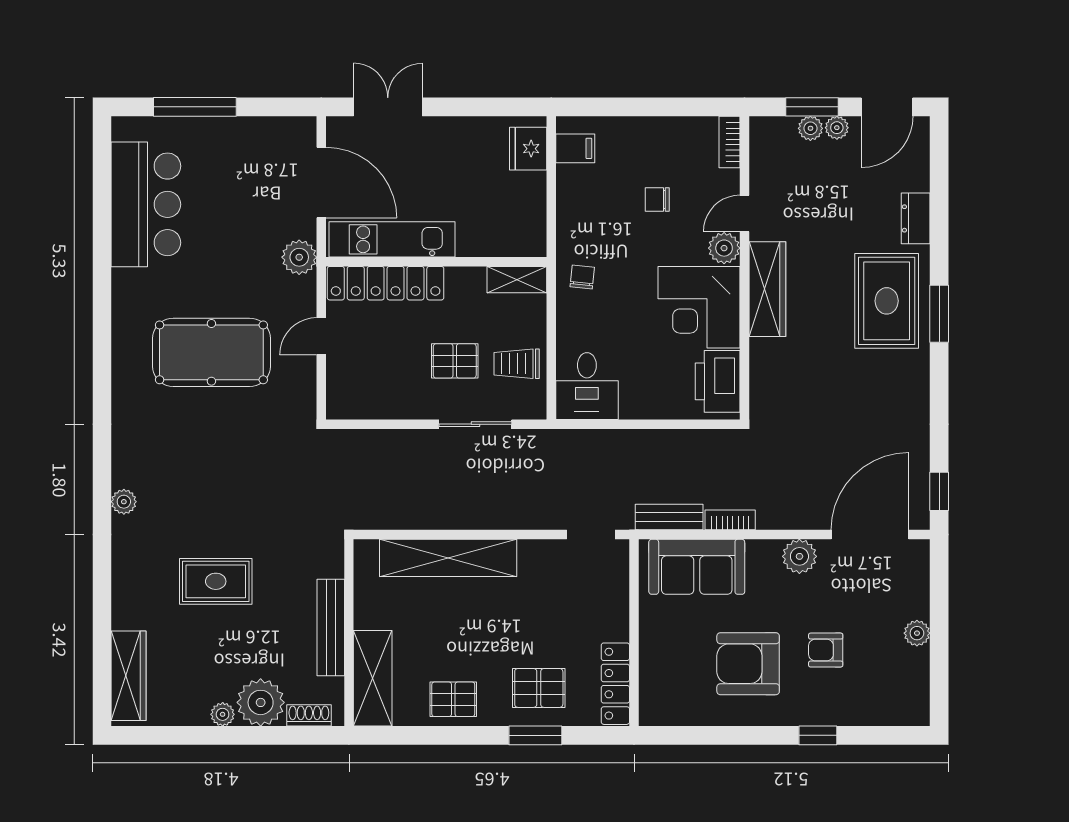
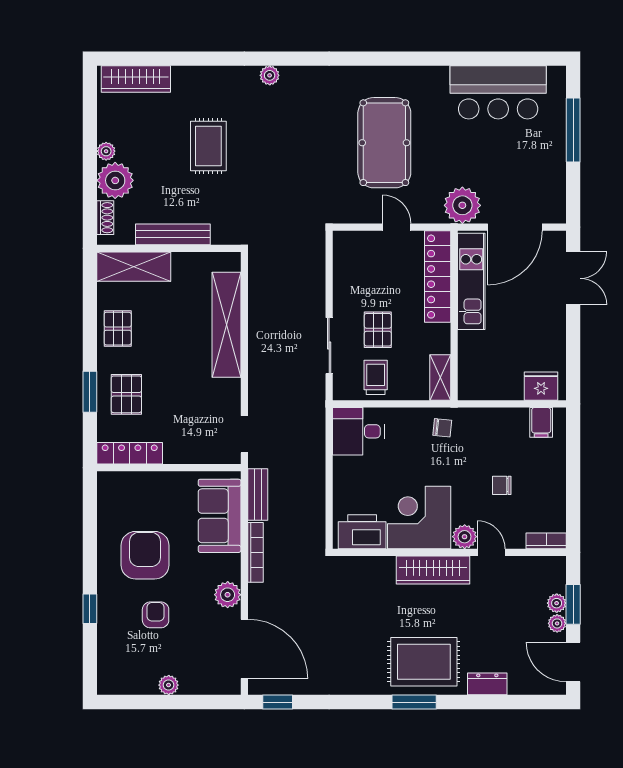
chair: (657, 200) -> (502, 485), turned -90
plant: (299, 257) -> (462, 205), width x1.36, depth x1.36
bookcase: (730, 520) -> (256, 552), width x1.56

